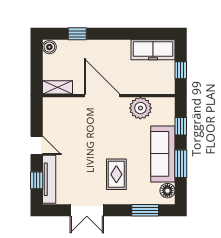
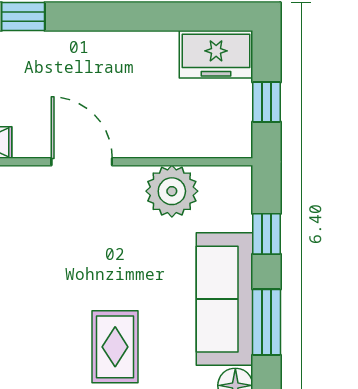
freezer: (153, 50) -> (216, 54), width x0.71
door: (102, 96) -> (82, 162), width x0.73

